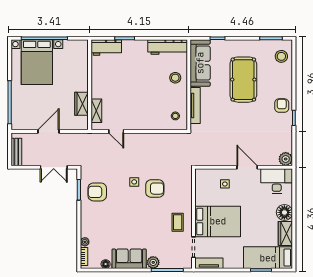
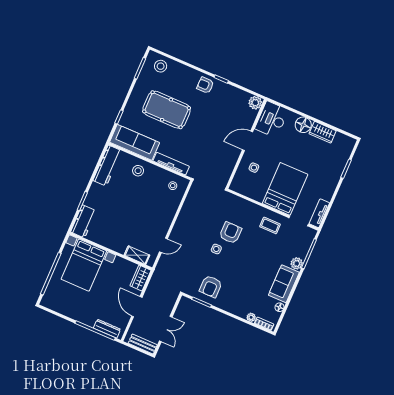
bed with nightstands: (37, 62) -> (84, 265), moved, turned 90
wardrobe: (81, 104) -> (140, 278), moved, turned 90
dresser: (16, 113) -> (107, 329), added
double door: (54, 167) -> (166, 329), moved
bed: (268, 258) -> (338, 158), removed

